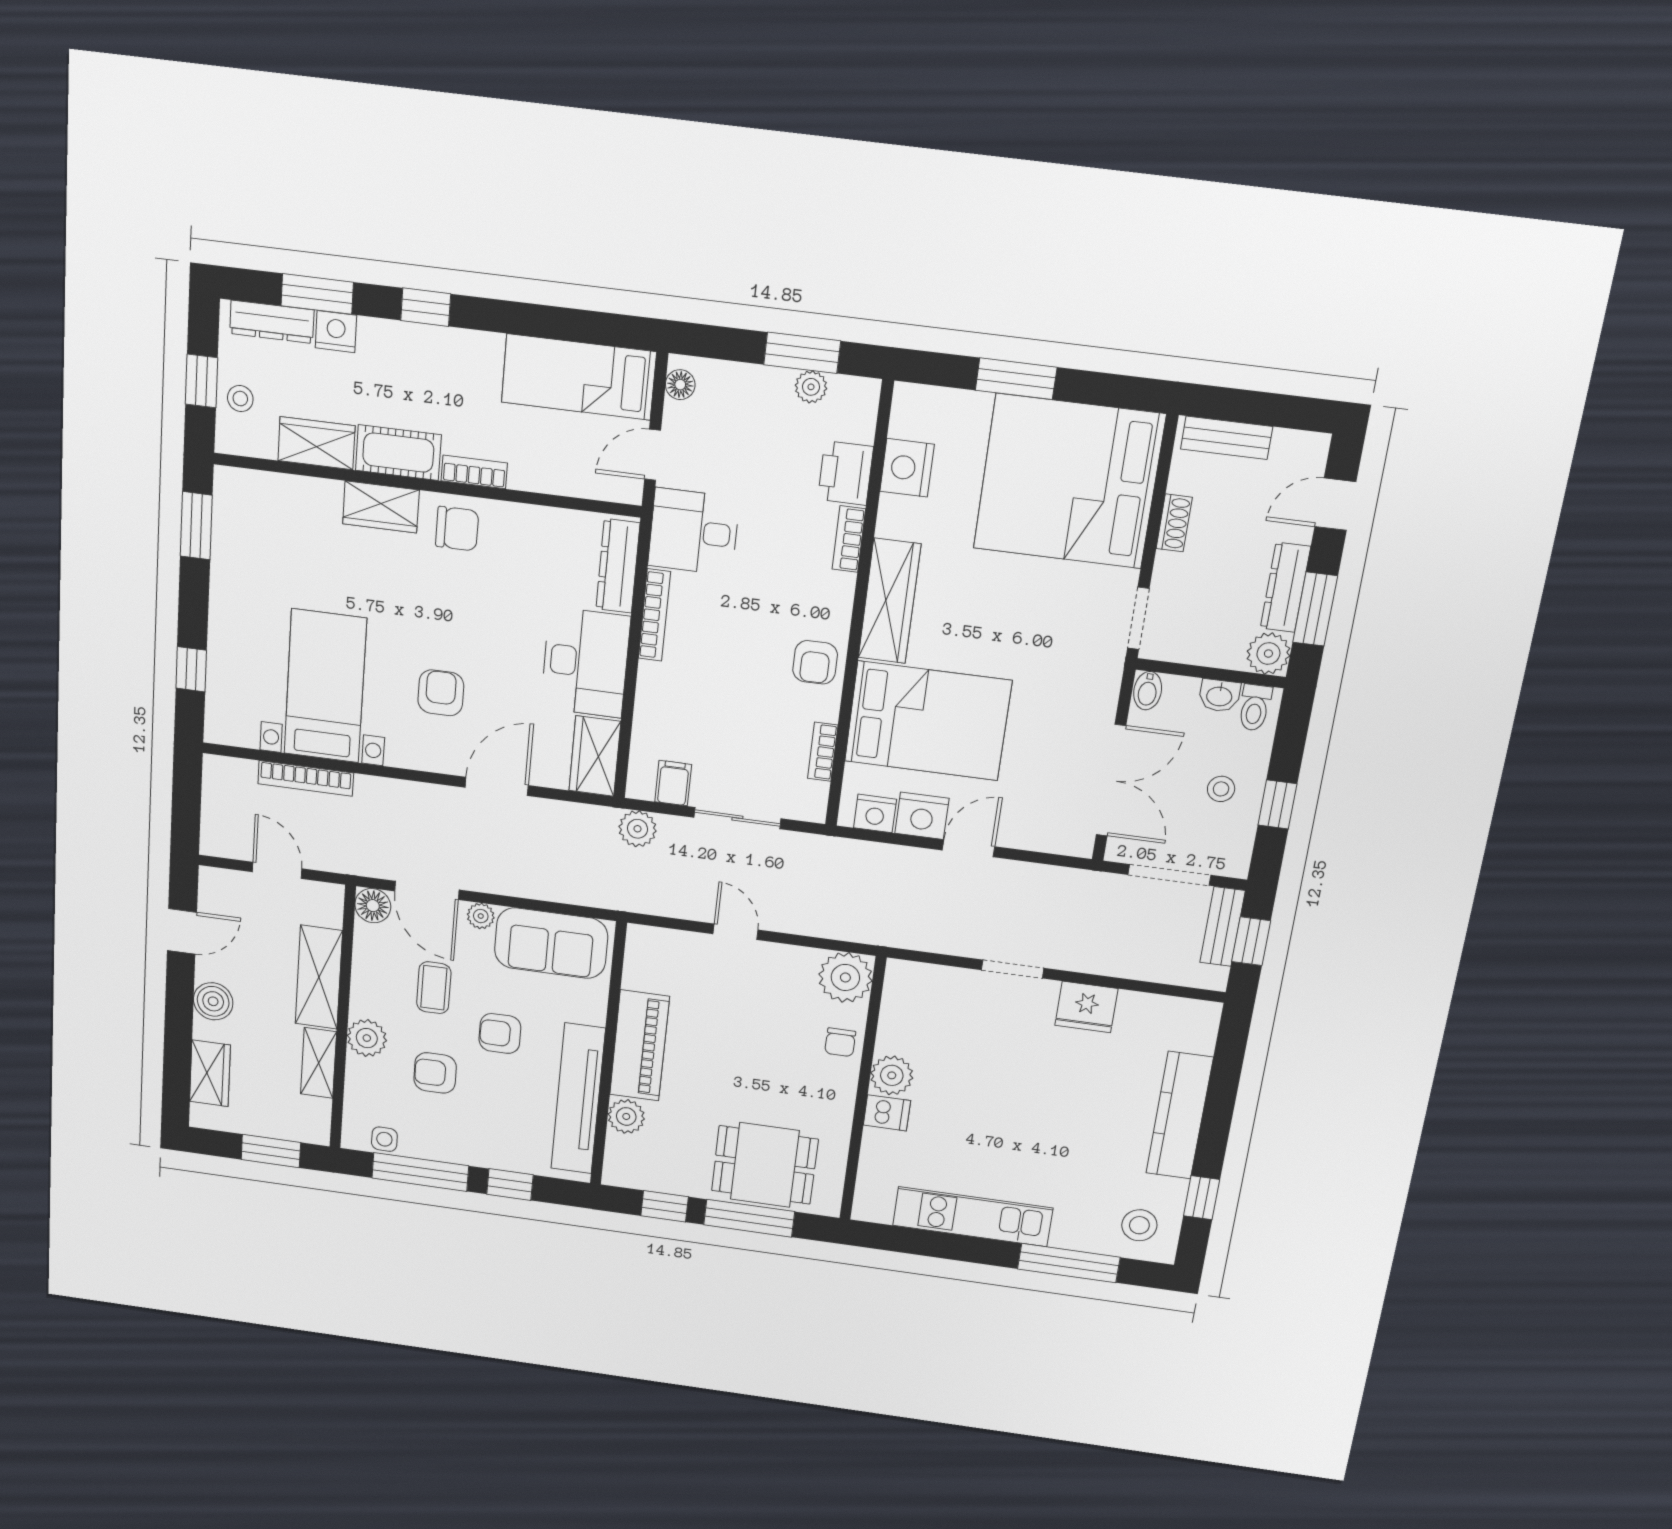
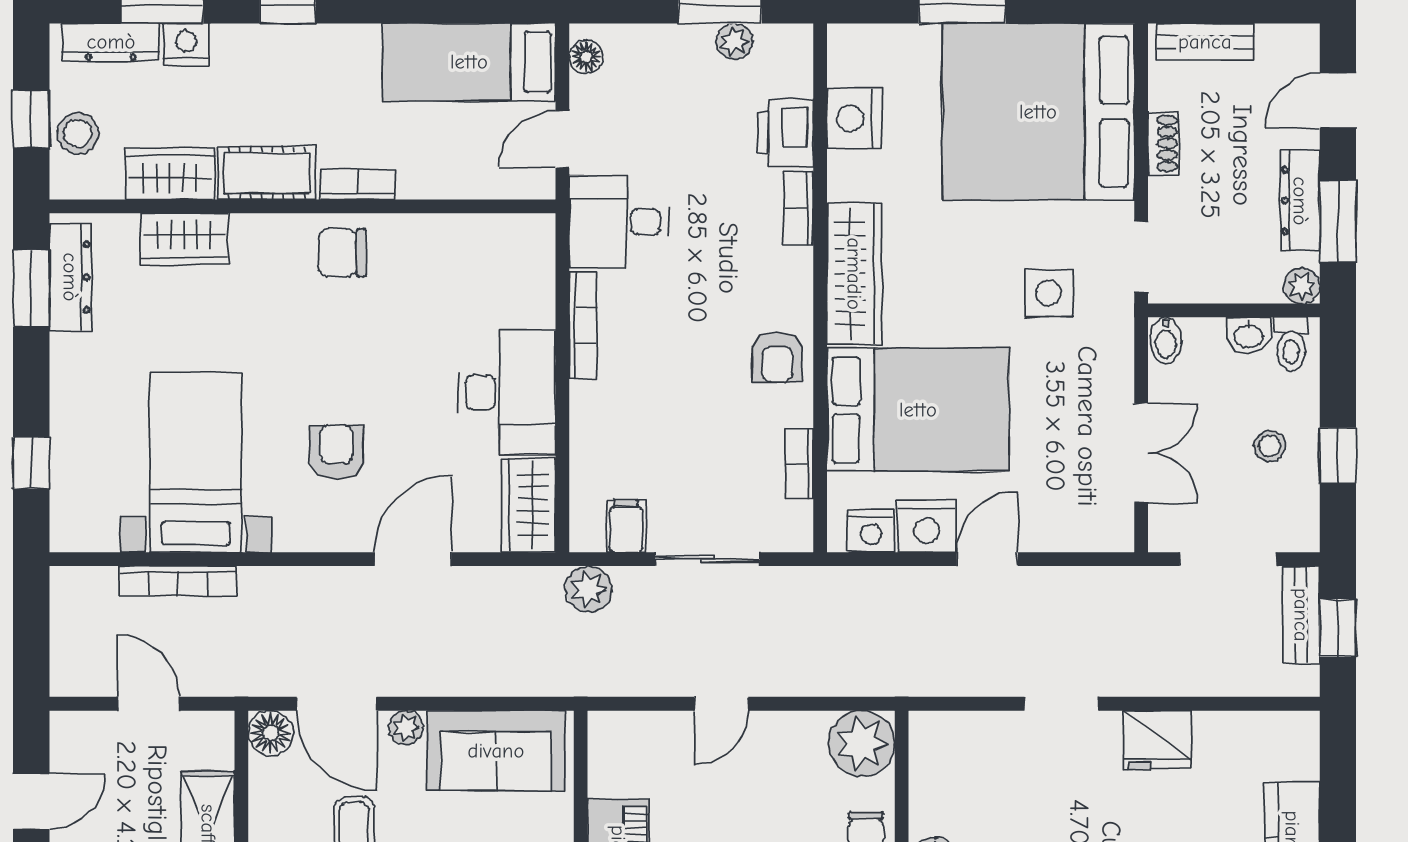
stool: (240, 399) -> (78, 134), width x1.37, depth x1.37
wardrobe: (381, 507) -> (184, 239), moved
chair: (457, 529) -> (342, 253), turned 180
dresser: (618, 566) -> (70, 277), moved, turned 180
side table: (1054, 638) -> (1049, 293), added
plant: (1268, 654) -> (1302, 286), width x0.73, depth x0.73
double door: (1111, 780) -> (1141, 453), width x0.73
door: (736, 932) -> (721, 704), swing flipped

